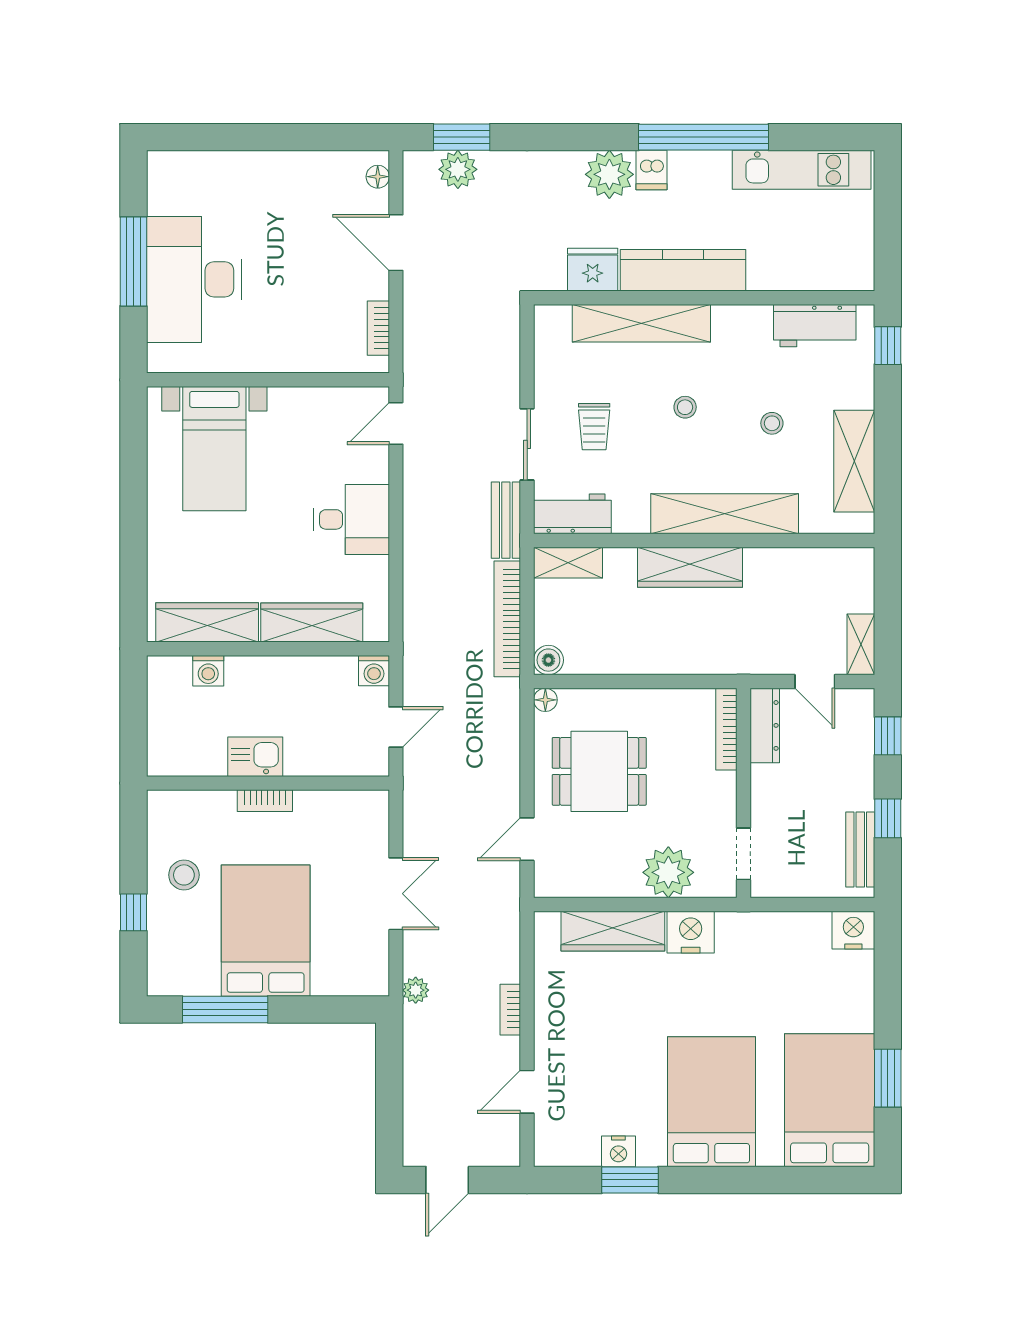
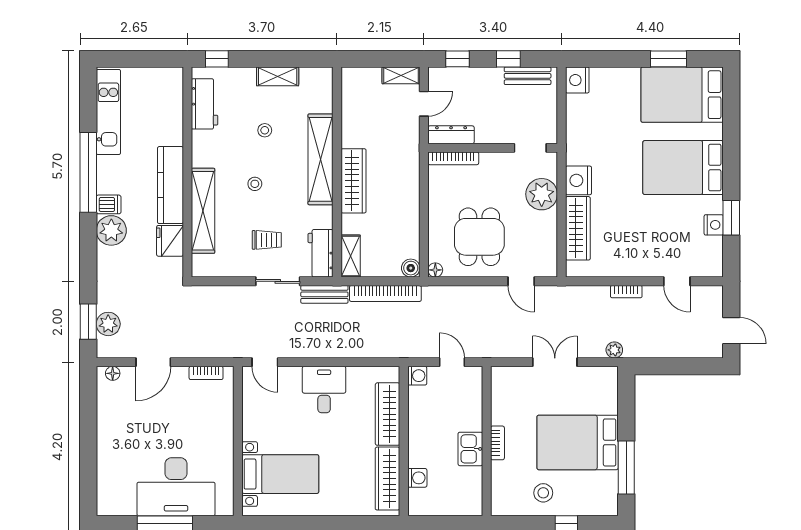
shelving: (854, 461) -> (278, 76), width x0.67, depth x0.75

